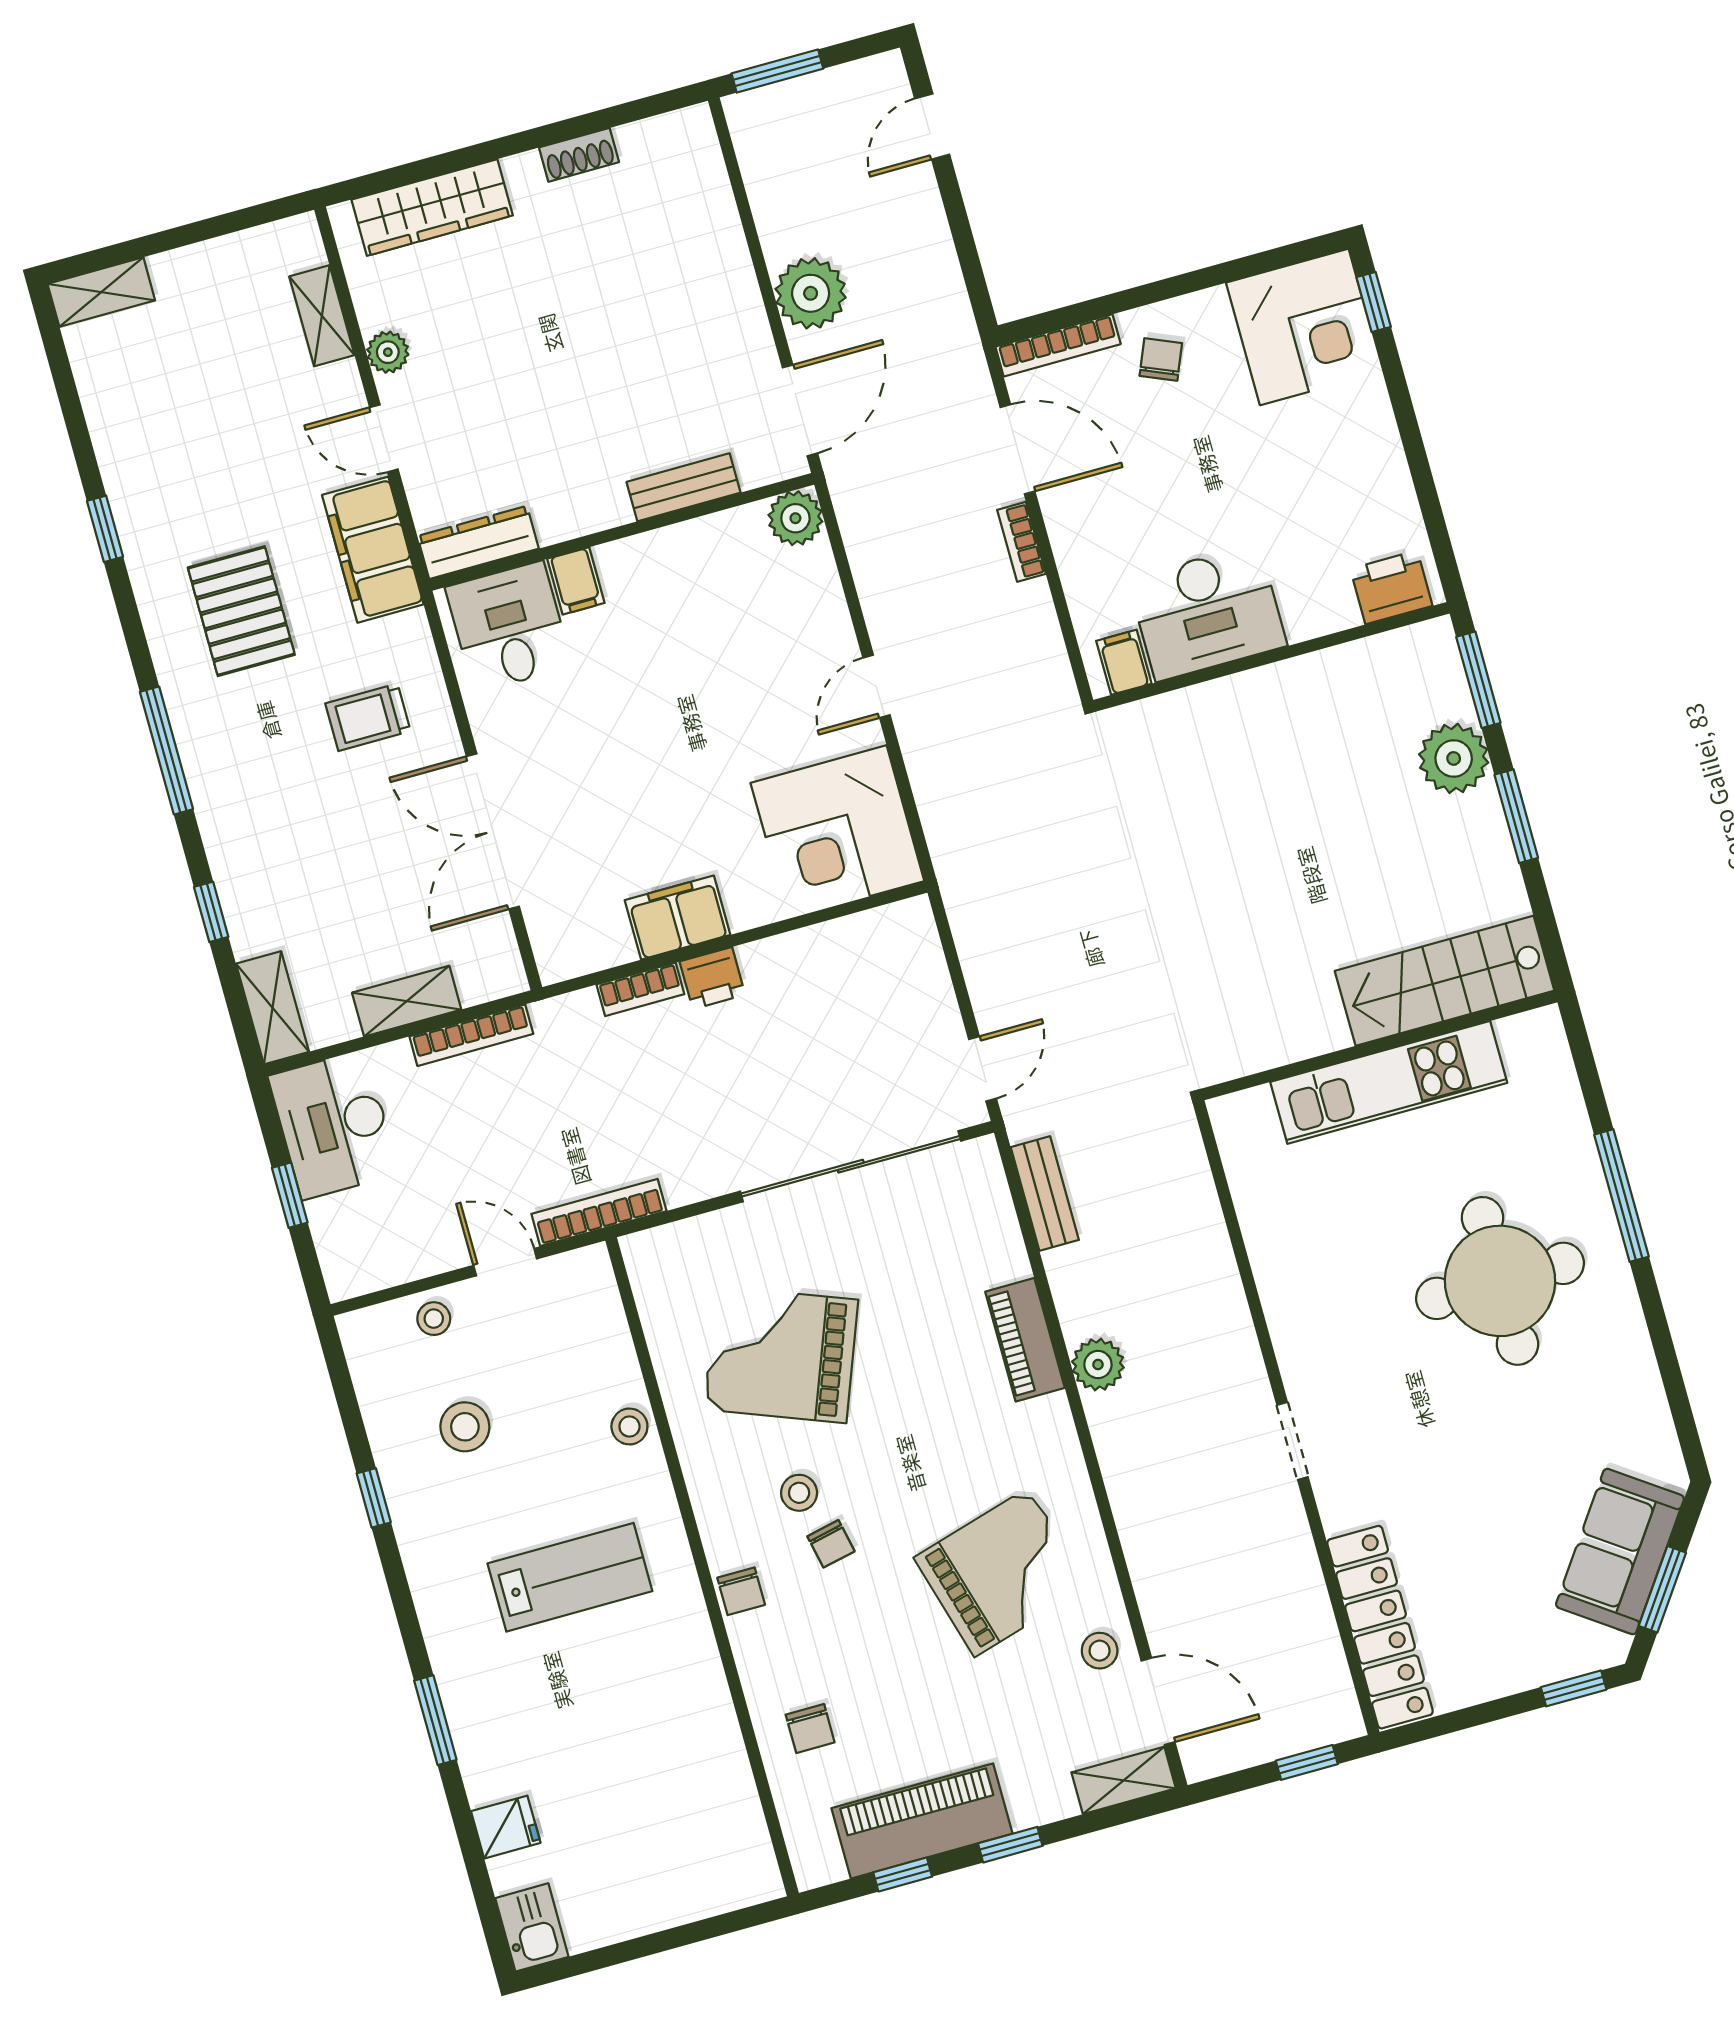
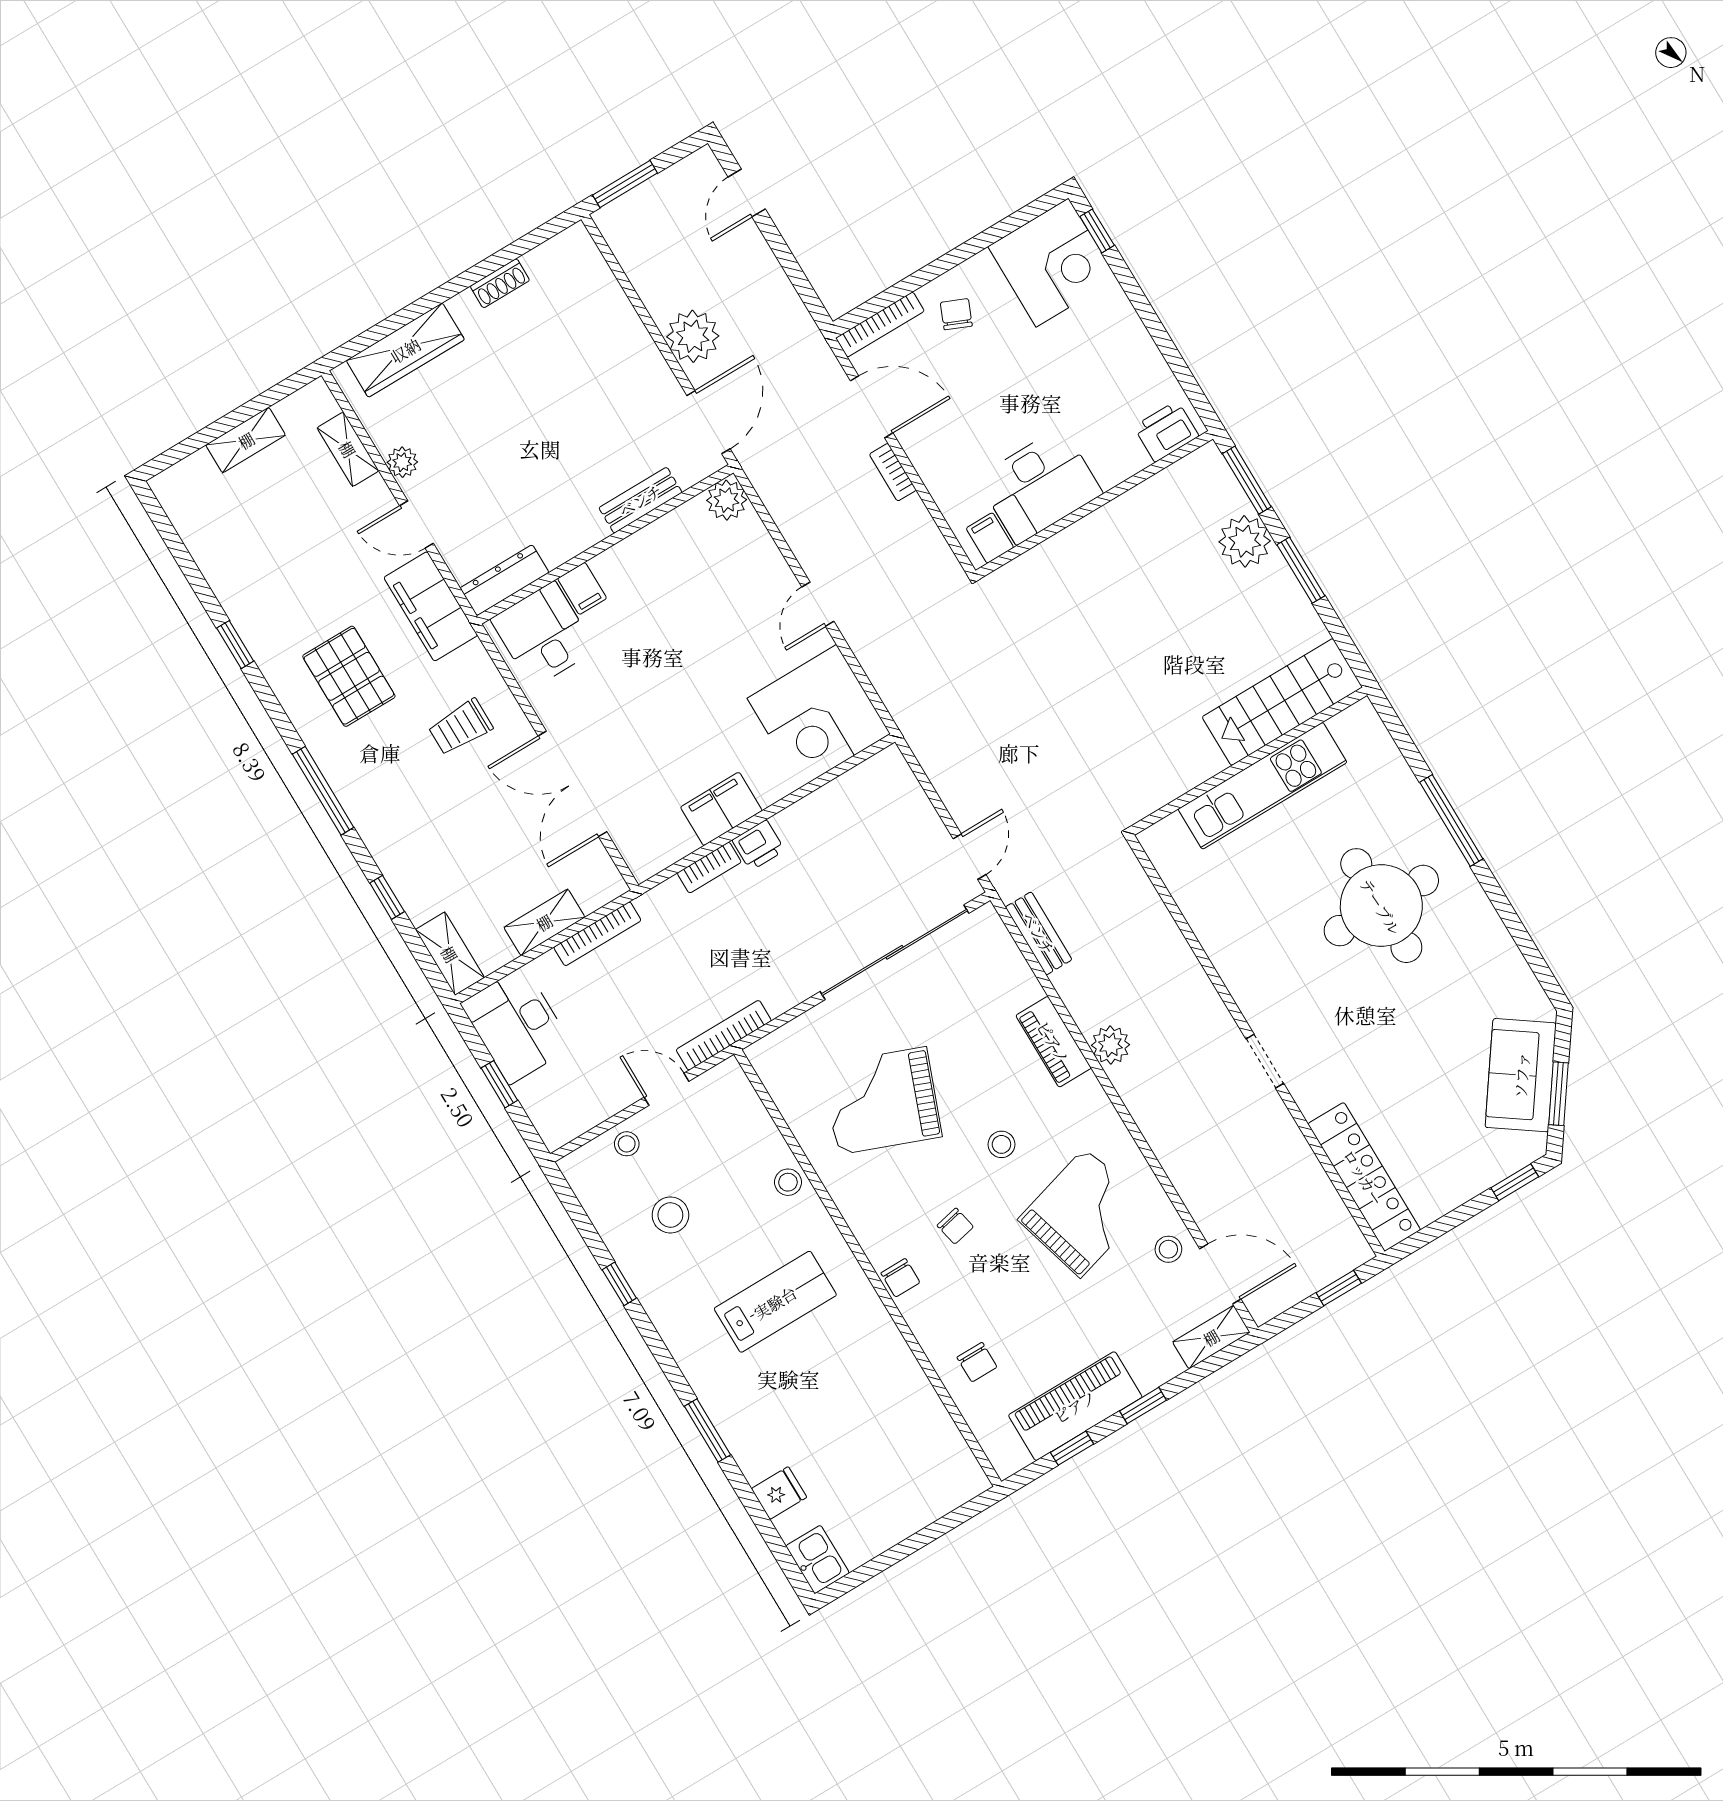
shelving: (101, 292) -> (246, 440), moved
stool: (799, 1493) -> (1001, 1144), moved

